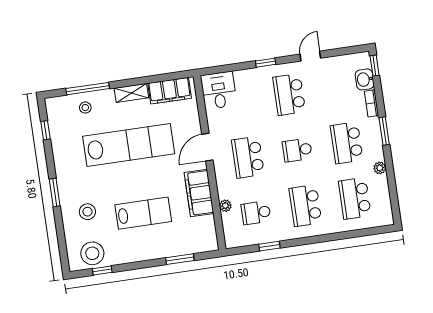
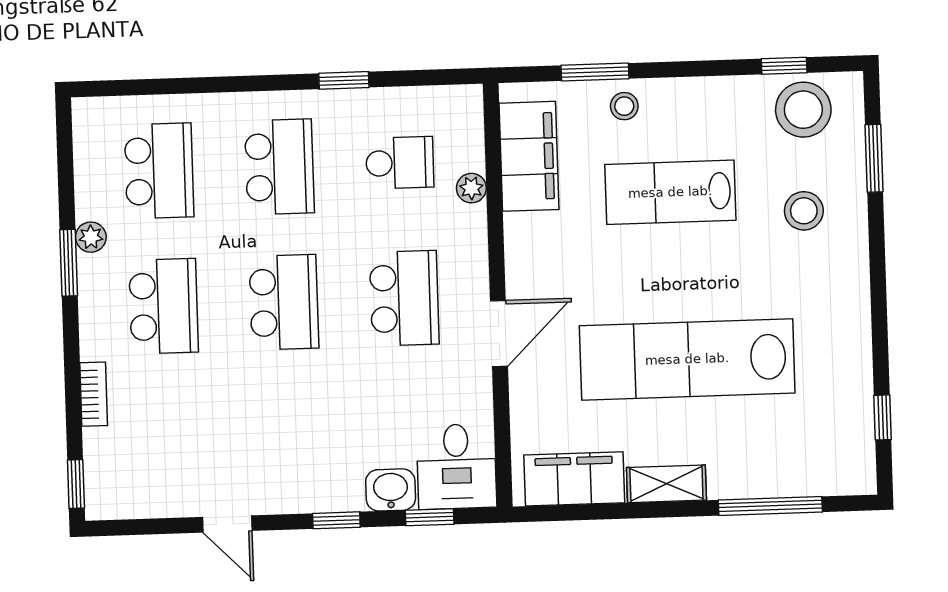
door: (310, 56) -> (227, 524), hinge flipped
window: (227, 68) -> (430, 517), added
washbasin: (365, 79) -> (391, 490), moved, turned -90
school desk: (289, 94) -> (288, 438), removed
stool: (85, 108) -> (624, 106), moved
window: (384, 131) -> (69, 263), moved
school desk: (297, 150) -> (284, 302), width x1.85
window: (55, 193) -> (874, 158), moved
filing cabinet: (199, 193) -> (529, 156), moved
window: (269, 246) -> (344, 80), moved

